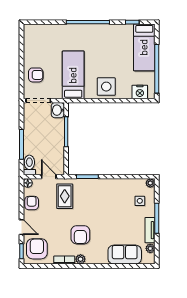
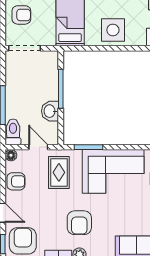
washbasin: (58, 110) -> (50, 111), moved
corner sofa: (106, 195) -> (113, 171), added
armchair: (32, 203) -> (16, 181), turned 90

